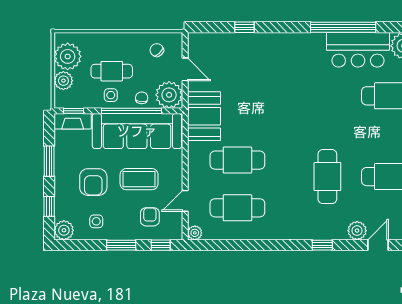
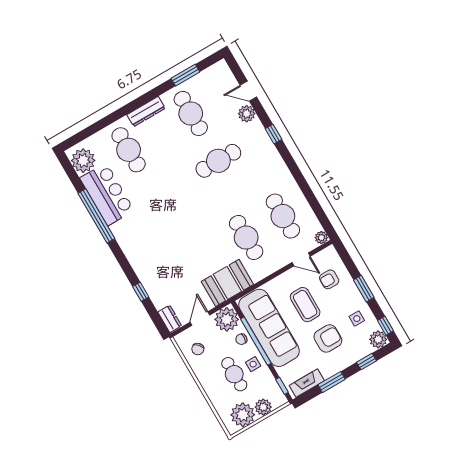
dresser: (202, 40) -> (170, 319), added
fireplace: (73, 121) -> (307, 383), moved, turned -90
window: (161, 245) -> (385, 326), moved

